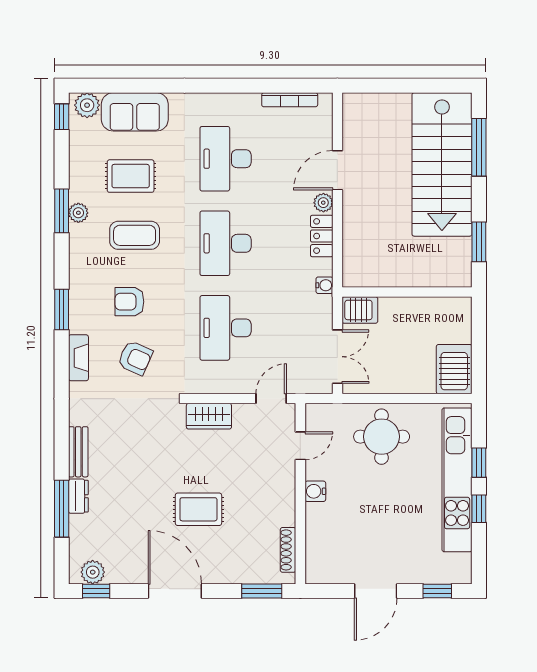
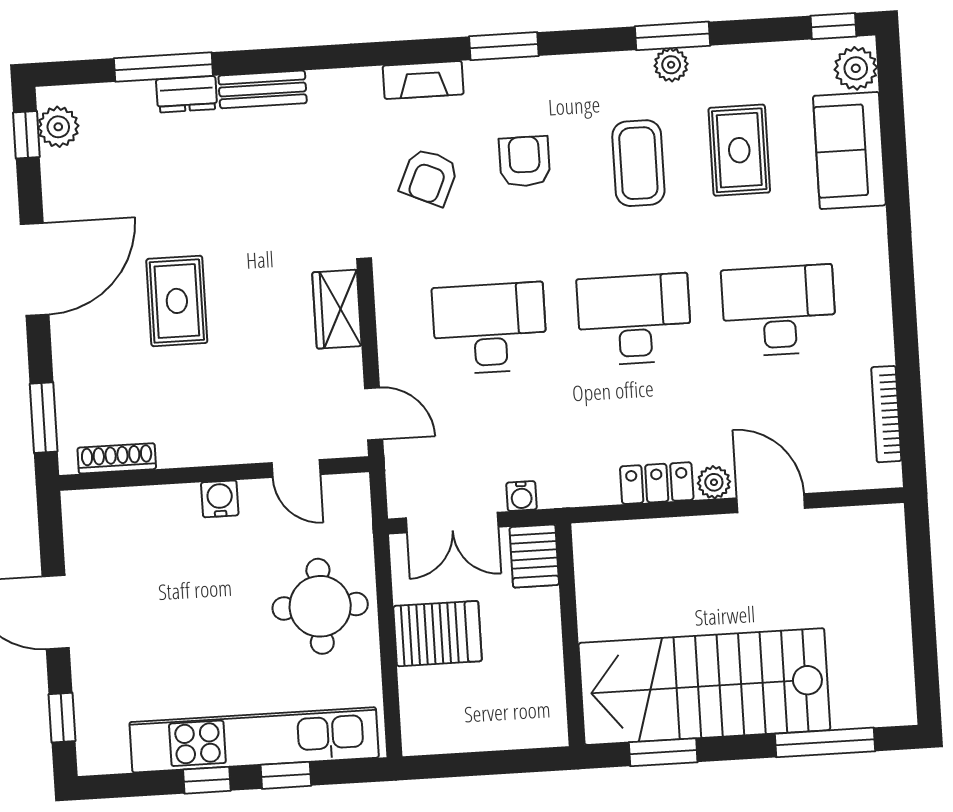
stairs: (442, 164) -> (704, 687), moved
water cooler: (324, 285) -> (521, 496), moved
server rack: (454, 369) -> (438, 634), moved

